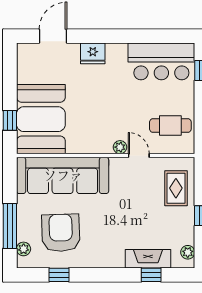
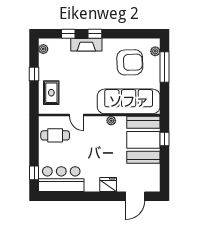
plant: (120, 147) -> (111, 121), moved
armchair: (61, 233) -> (130, 62), turned -90
fireplace: (148, 259) -> (86, 45), moved
window: (59, 275) -> (95, 34), moved

